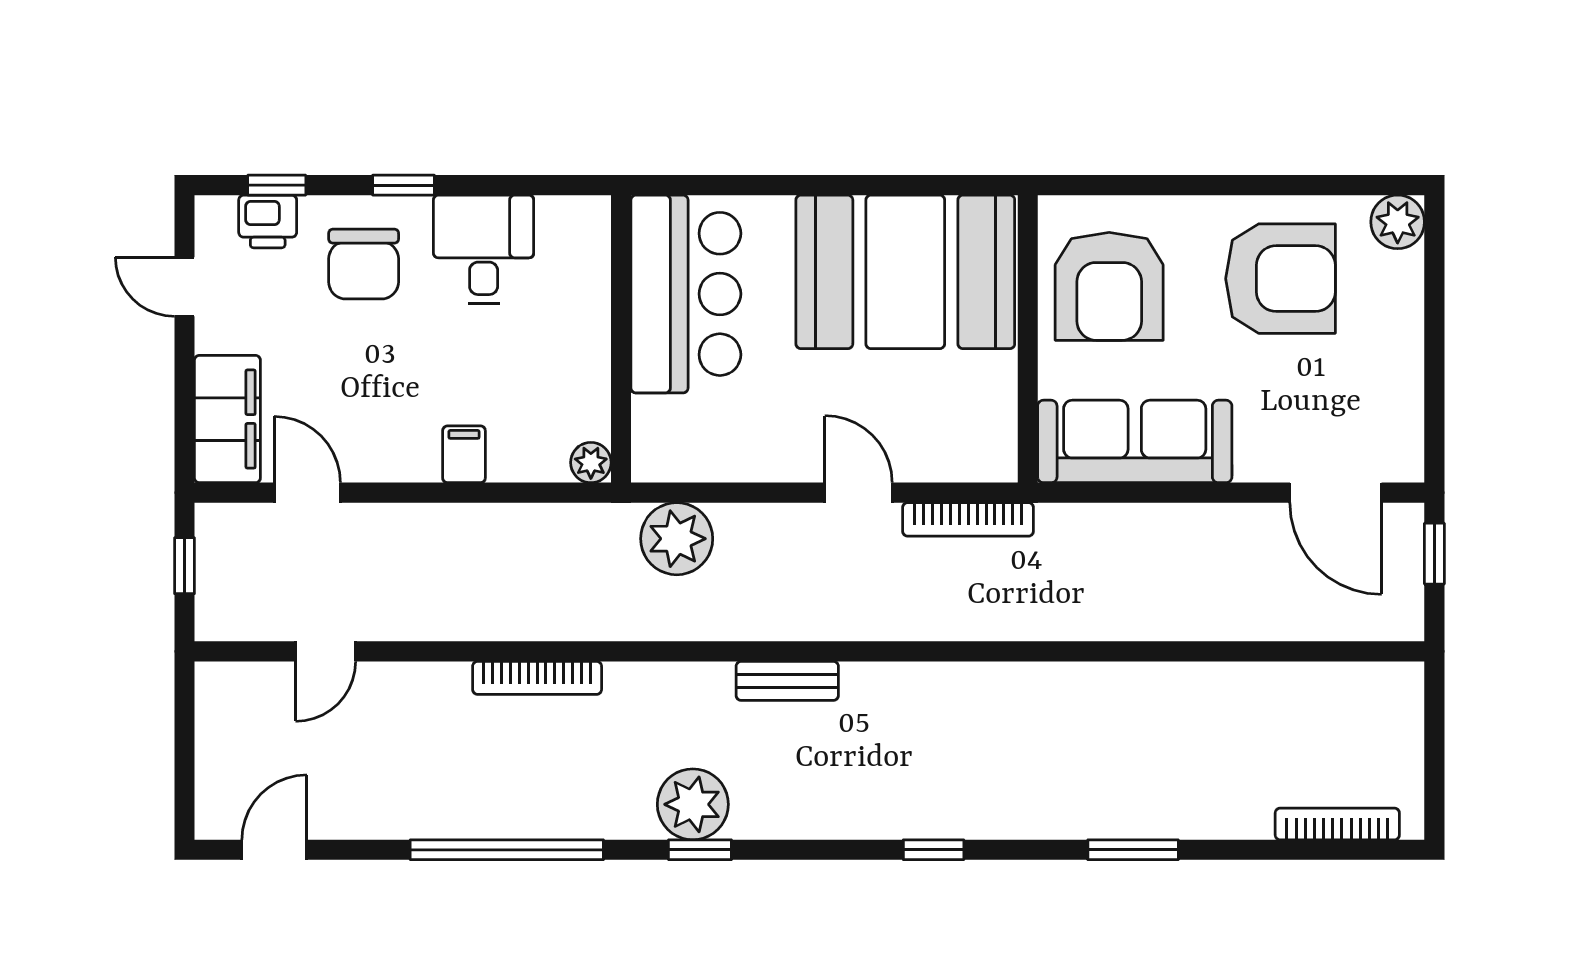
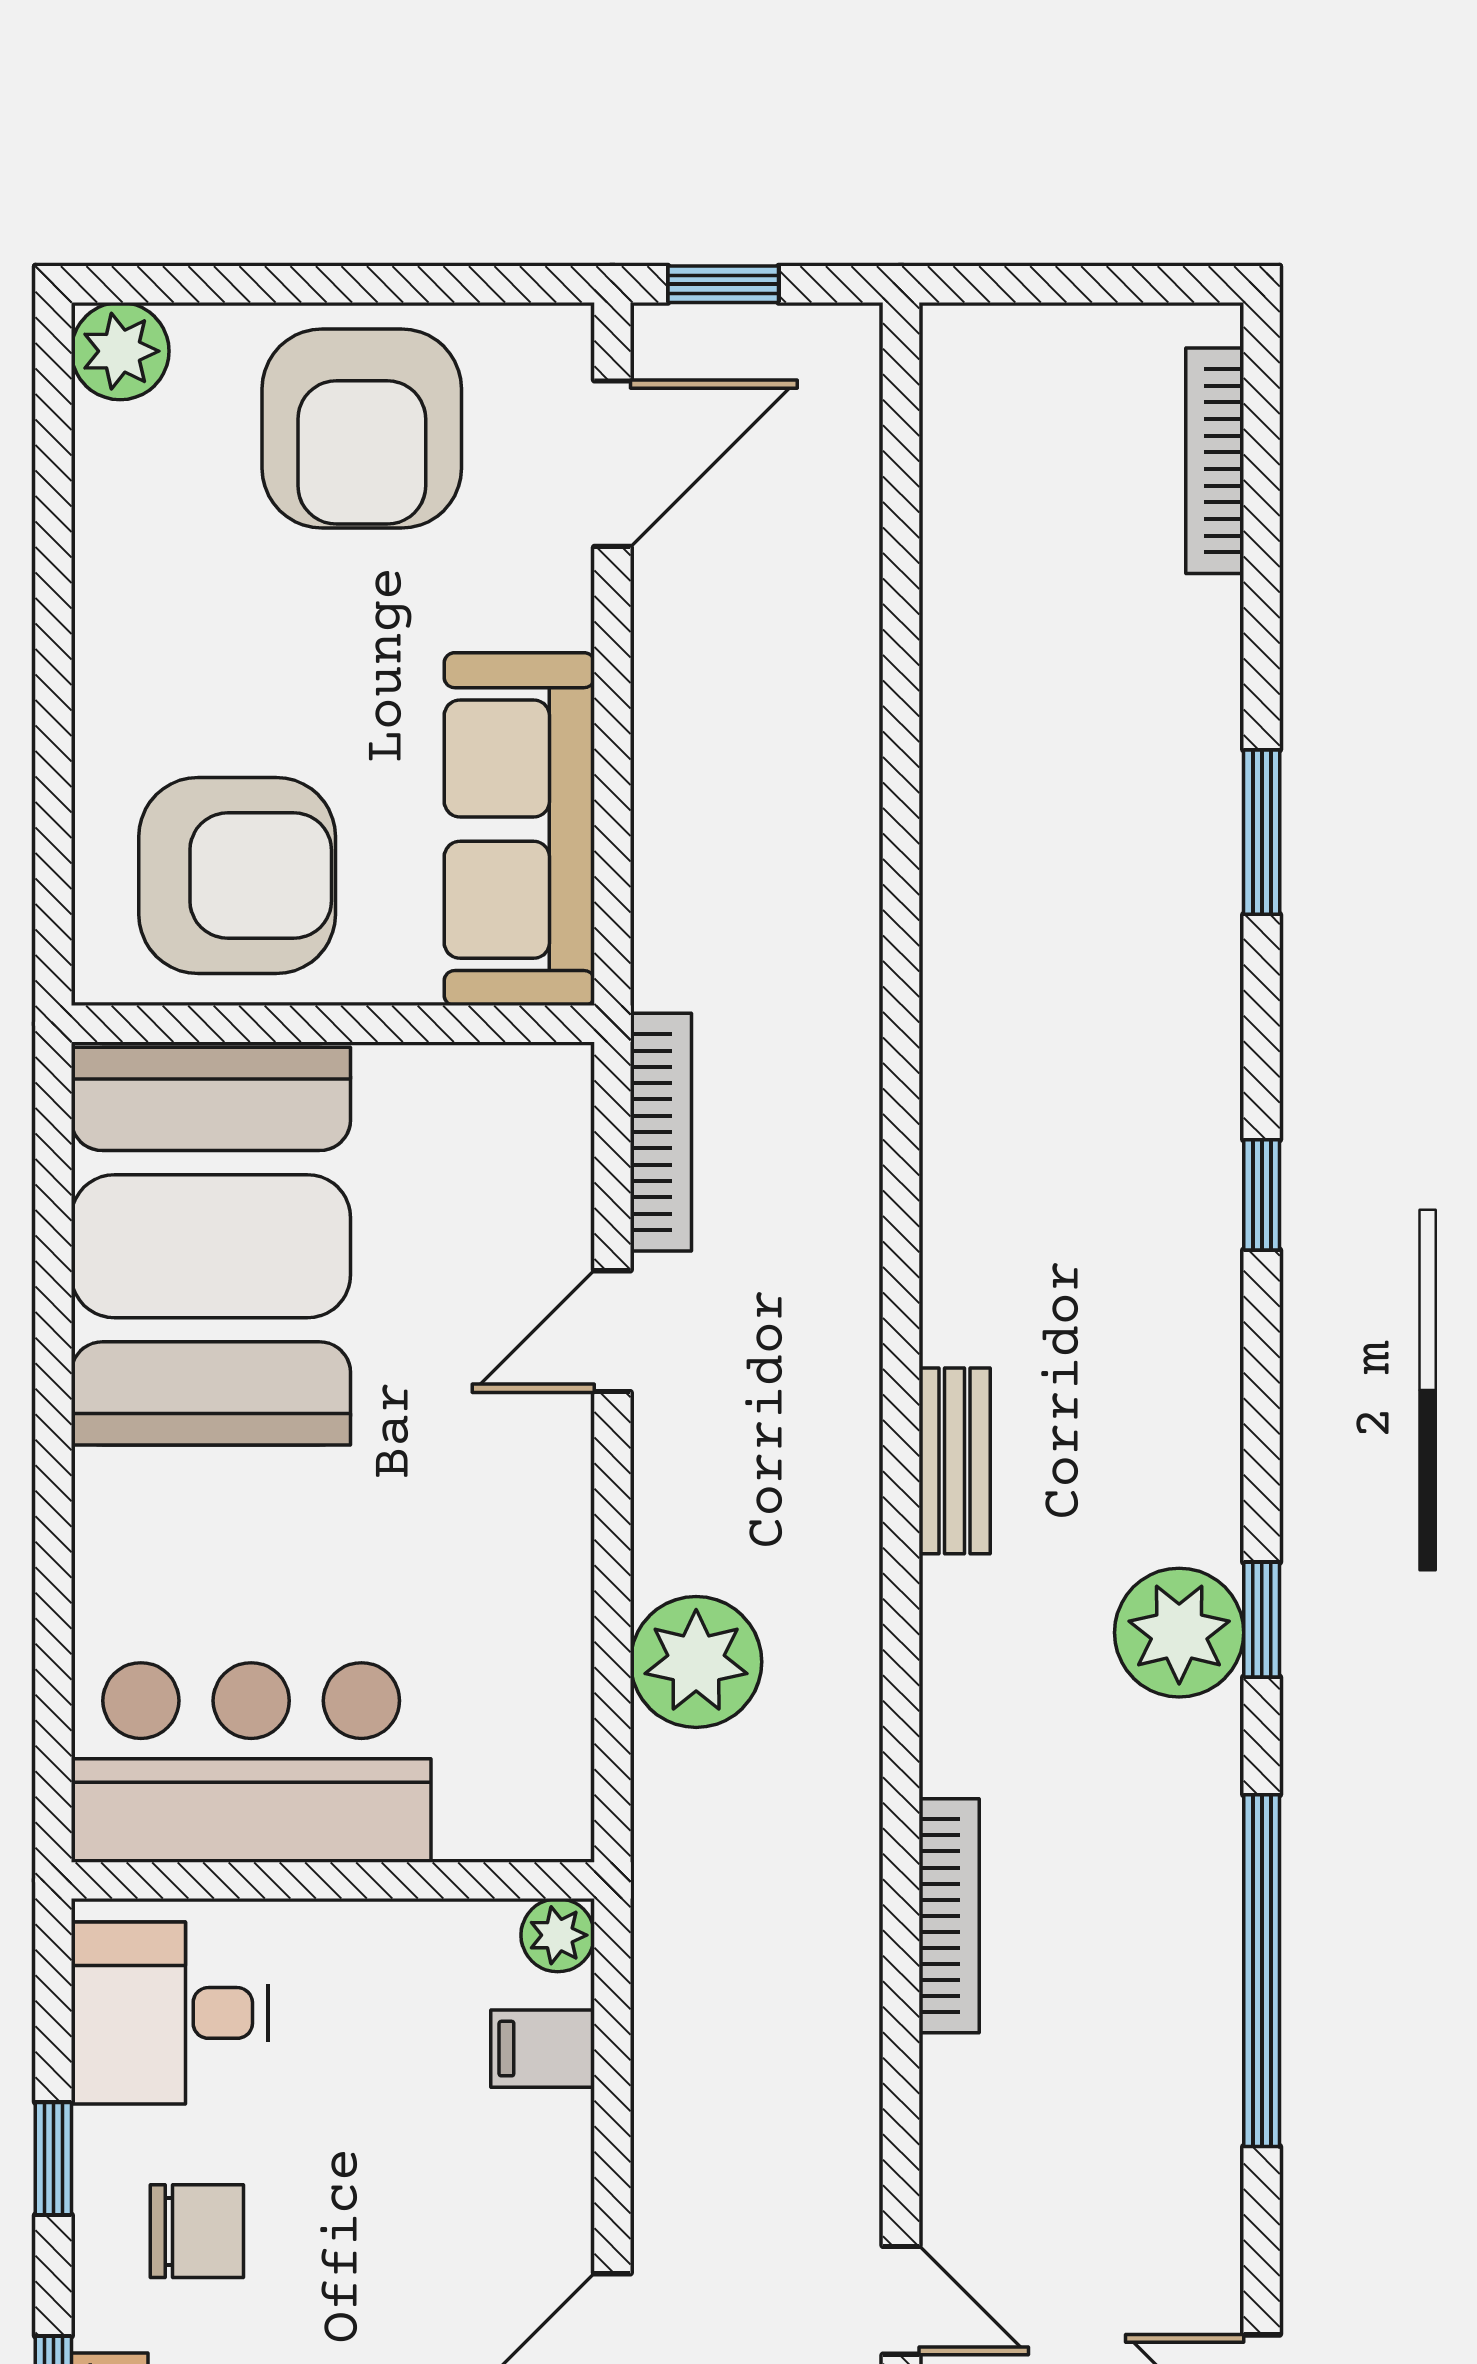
chair: (364, 264) -> (197, 2231), width x0.73, depth x0.73
armchair: (1280, 279) -> (362, 429), moved, turned 180
bar counter: (686, 294) -> (251, 1762), moved
wall: (621, 339) -> (333, 1880), moved
plant: (591, 463) -> (558, 1935), moved

